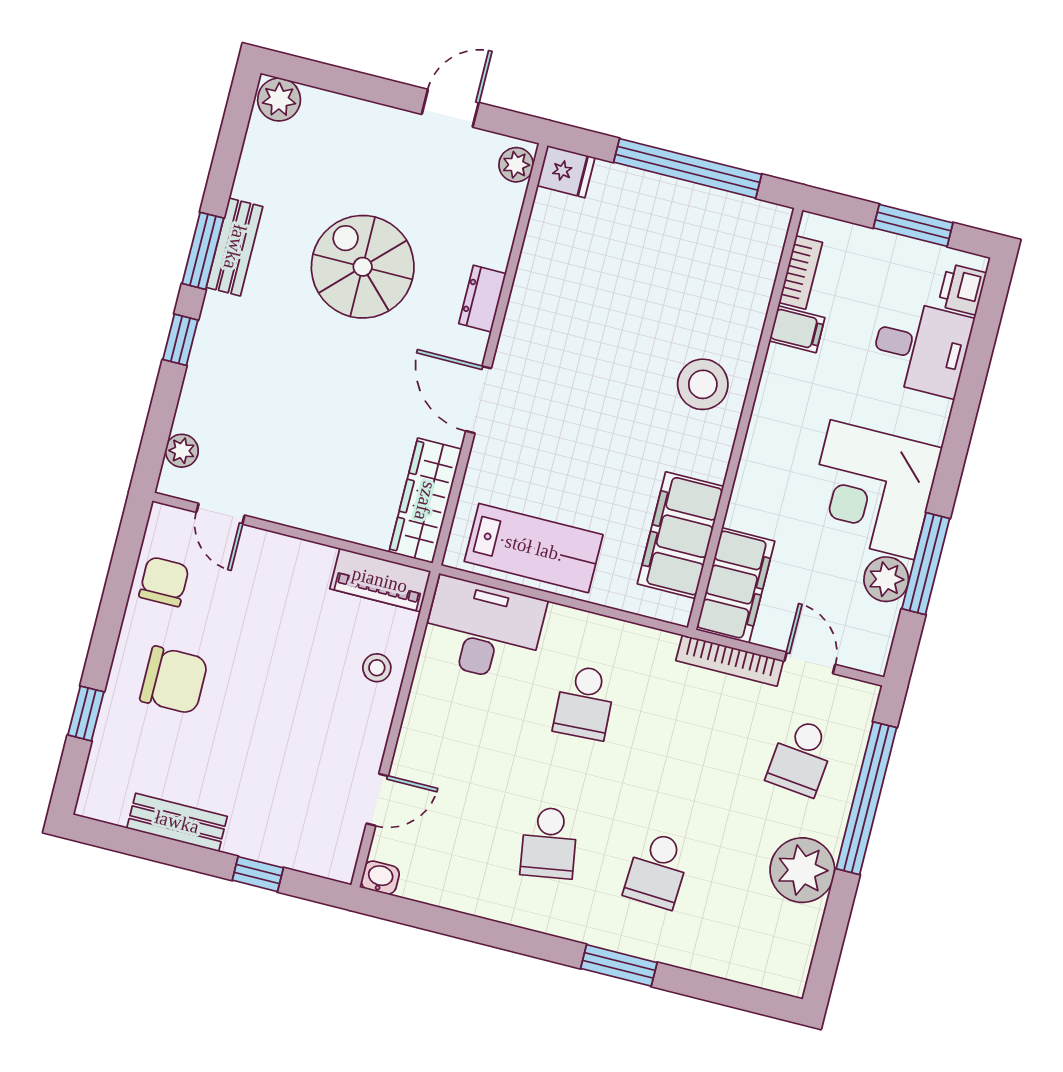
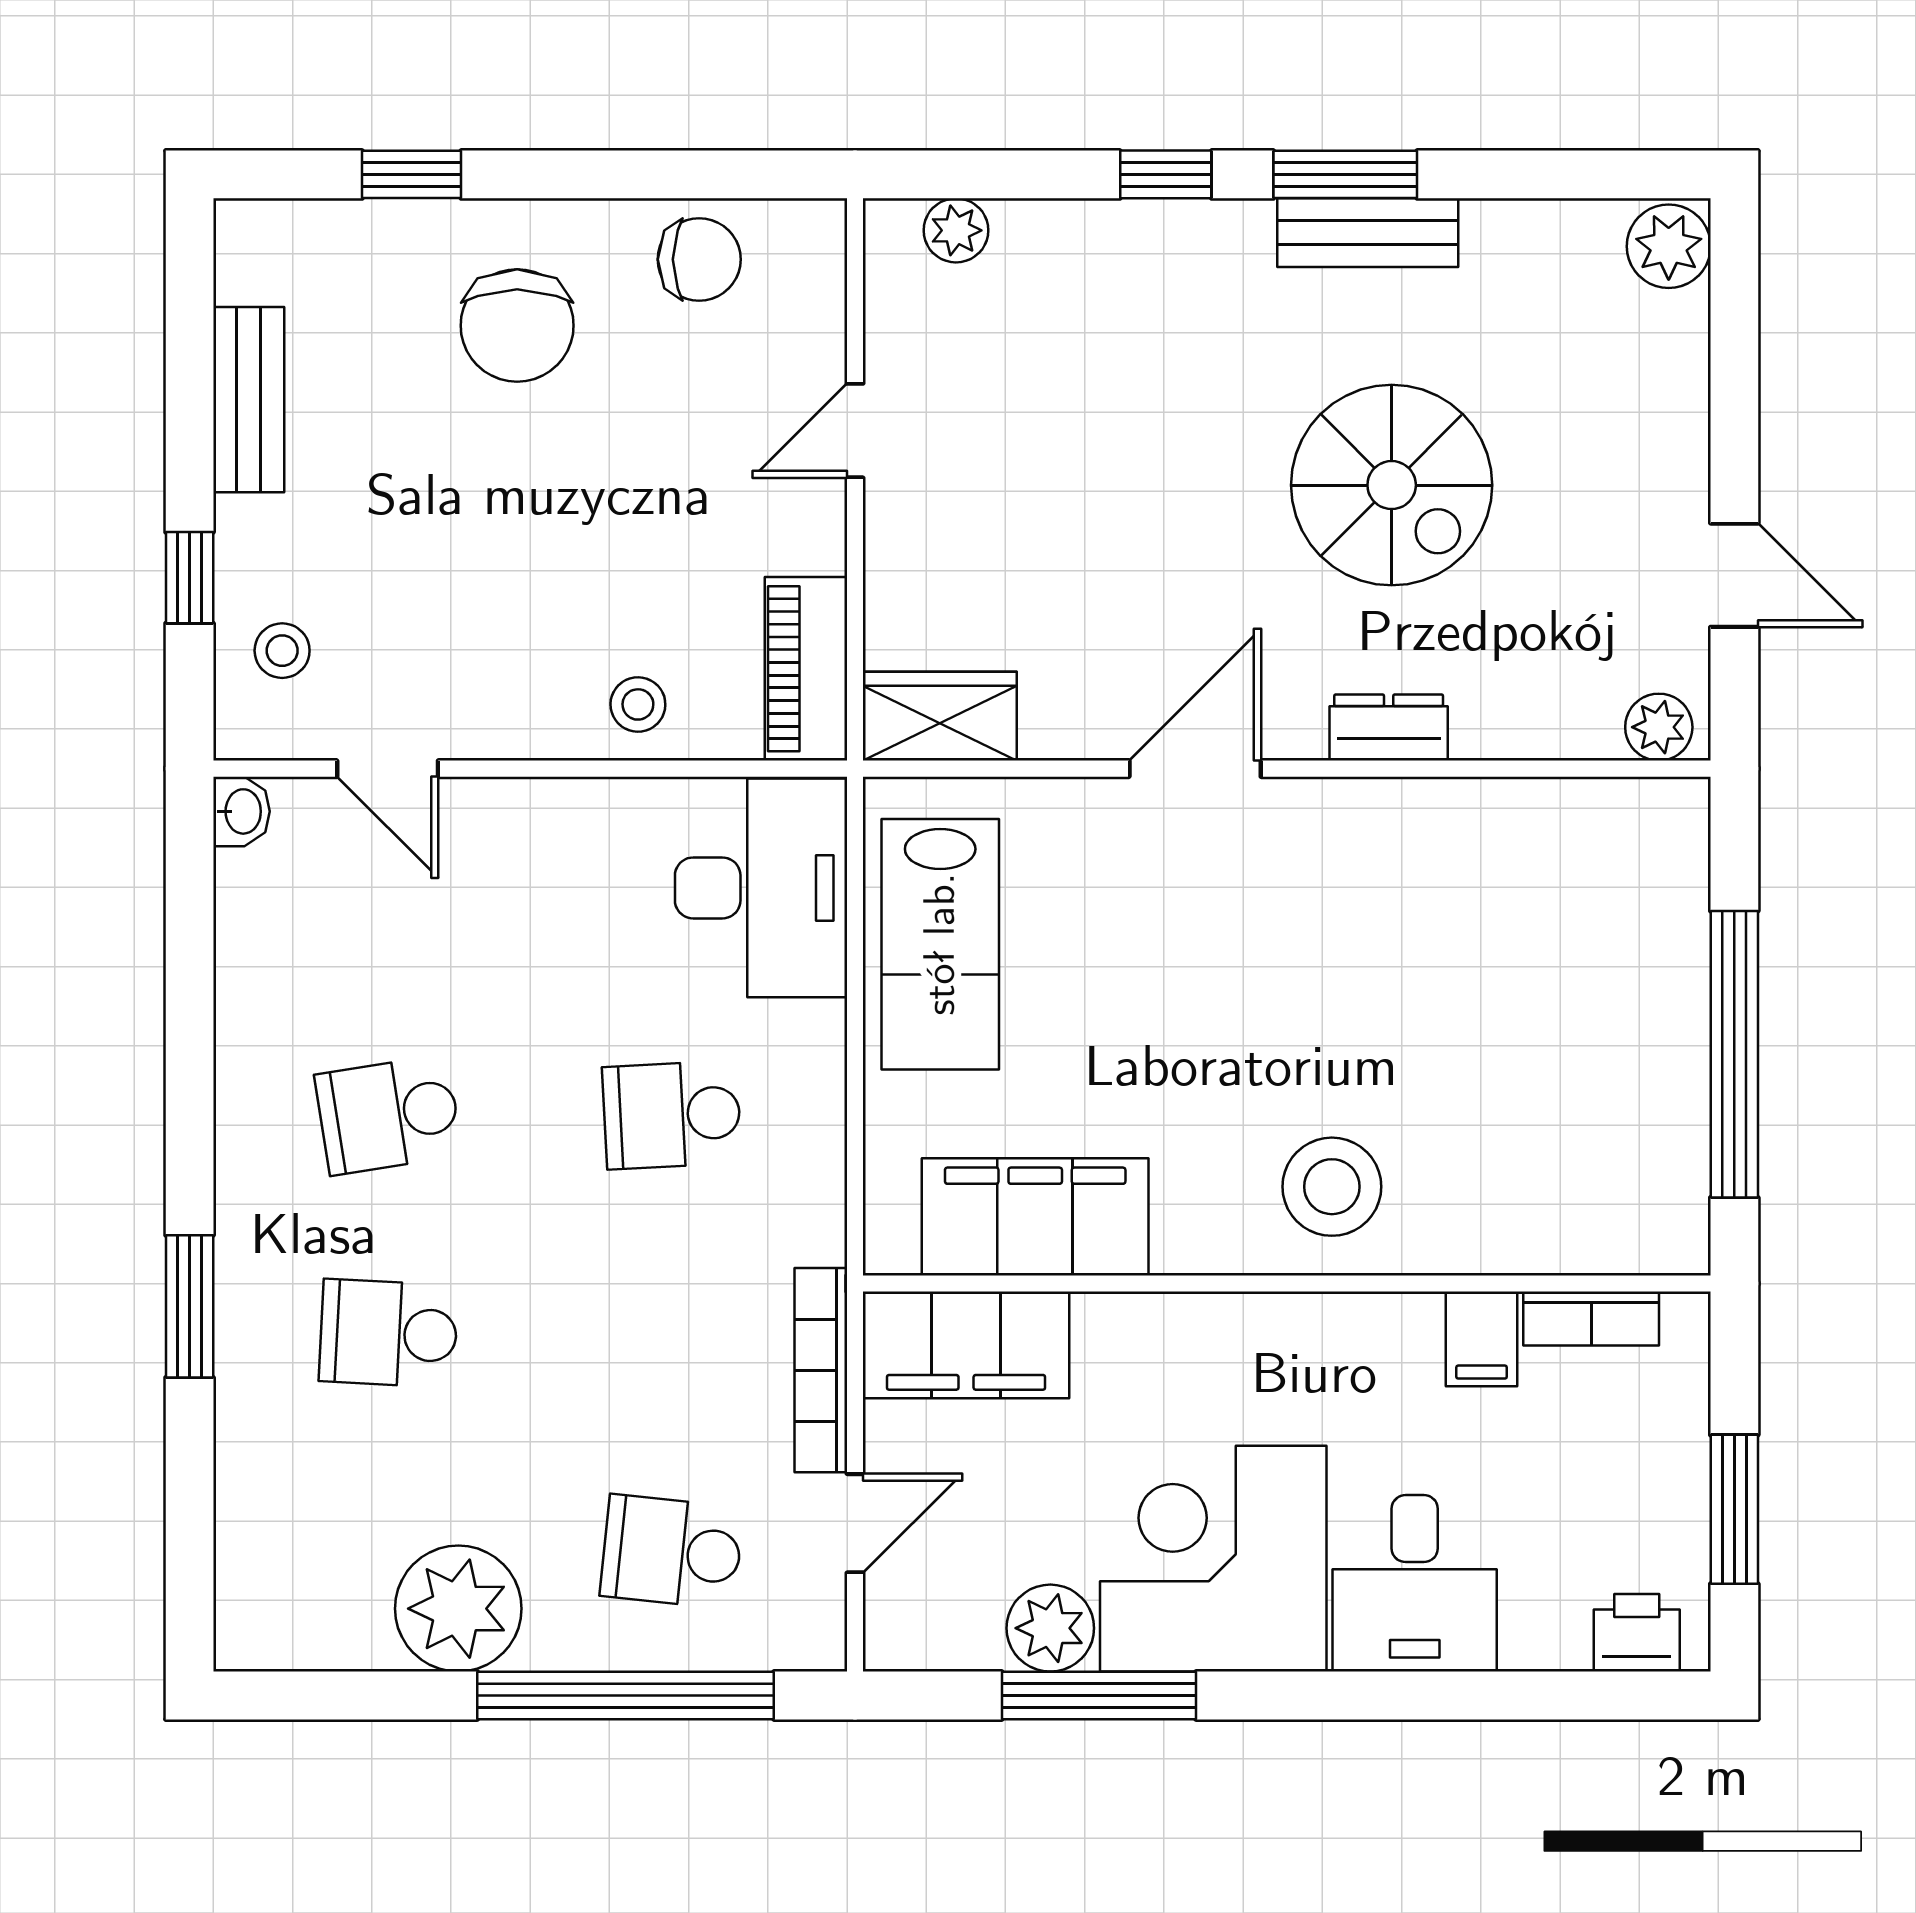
fridge: (566, 172) -> (1670, 825), removed
spiral stairs: (363, 267) -> (1392, 485), turned 90
desk: (921, 348) -> (1415, 1583), moved
wardrobe: (425, 501) -> (940, 716), width x0.67
door: (221, 514) -> (855, 431), moved
stool: (306, 837) -> (282, 651), added

